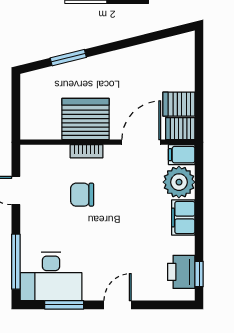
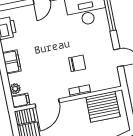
server rack: (86, 119) -> (103, 107), moved
plant: (179, 182) -> (15, 89), width x0.53, depth x0.53

